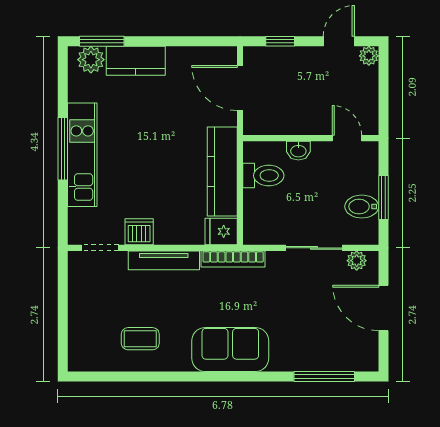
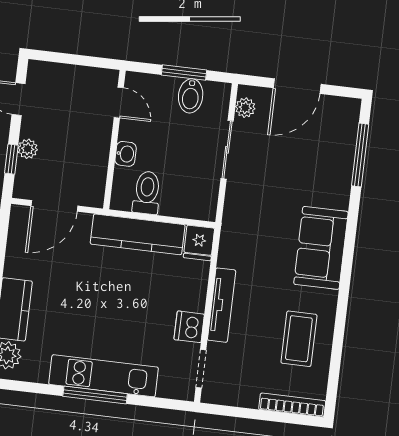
plant: (369, 56) -> (28, 149), moved
door: (347, 138) -> (119, 103), swing flipped
bookcase: (233, 259) -> (292, 405), moved, turned -90
coffee table: (140, 339) -> (299, 339), width x1.36, depth x1.30

